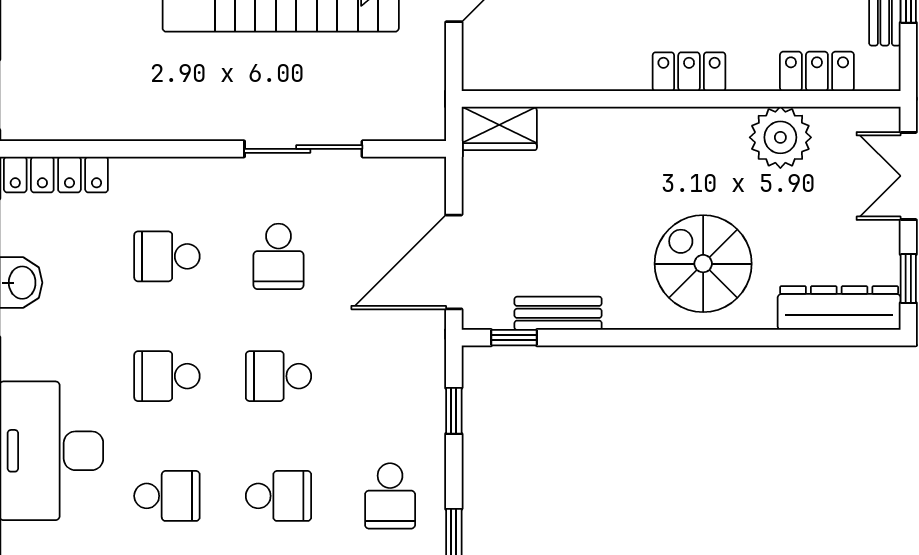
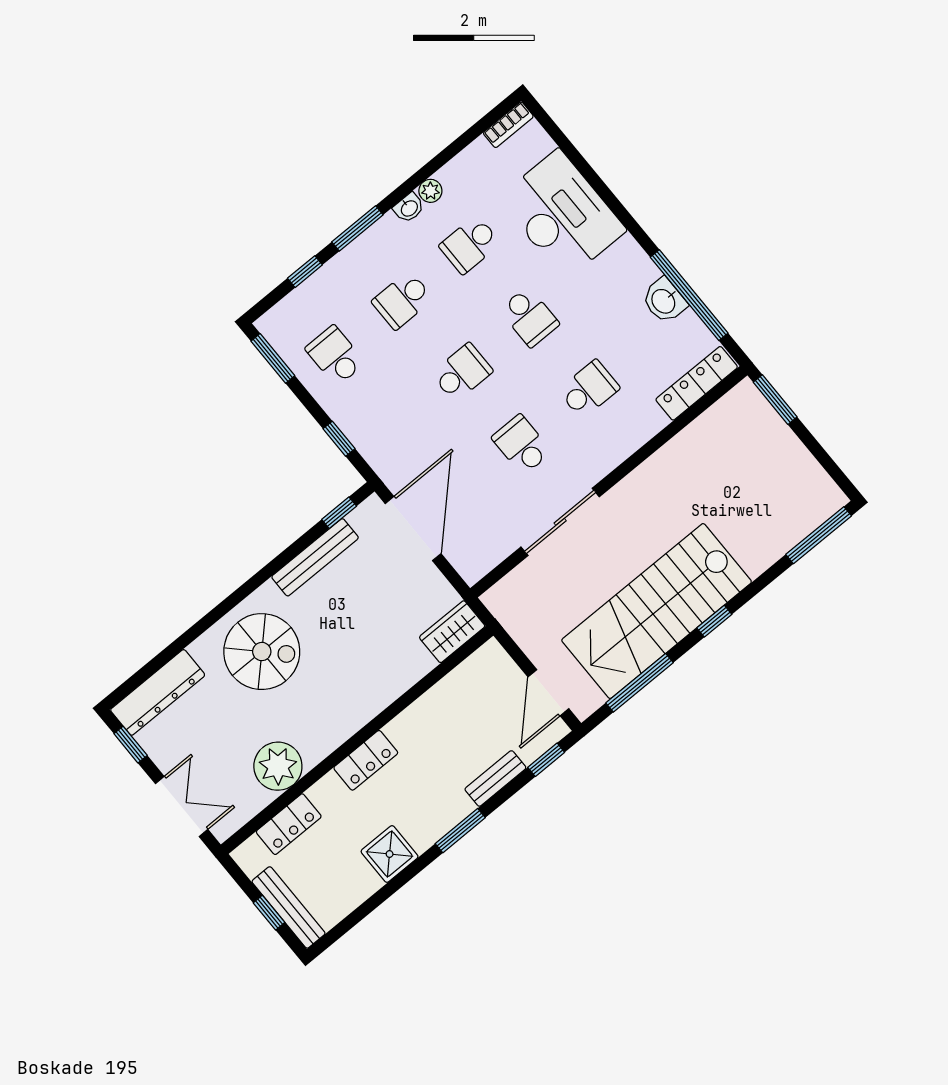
bench: (558, 313) -> (315, 557), width x1.36
school desk: (167, 376) -> (529, 317), turned 90

